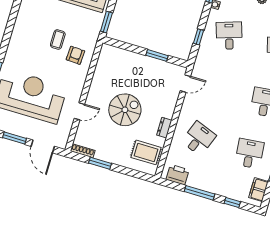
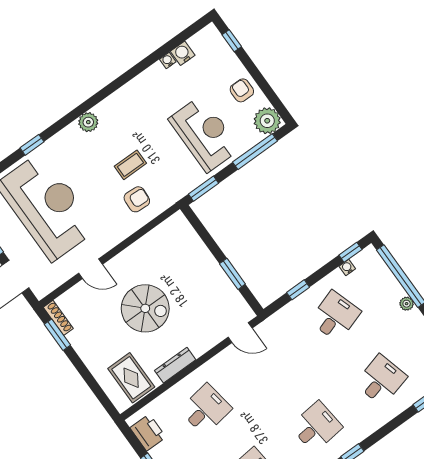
plant: (18, 34) -> (88, 122), added
dresser: (164, 128) -> (175, 365), width x1.44
desk: (199, 139) -> (206, 409), turned -30
window: (100, 163) -> (57, 335), moved

